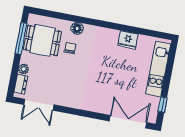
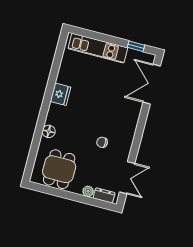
window: (21, 38) -> (55, 192), removed
fridge: (128, 40) -> (60, 94), moved
chair: (70, 48) -> (102, 142), moved

